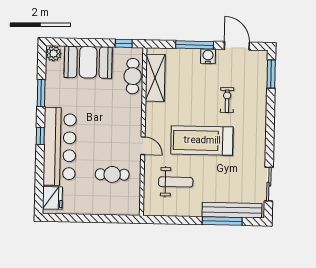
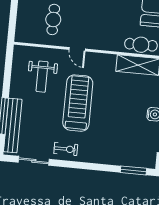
exercise bike: (227, 100) -> (66, 149), moved
door: (143, 146) -> (77, 49), hinge flipped

